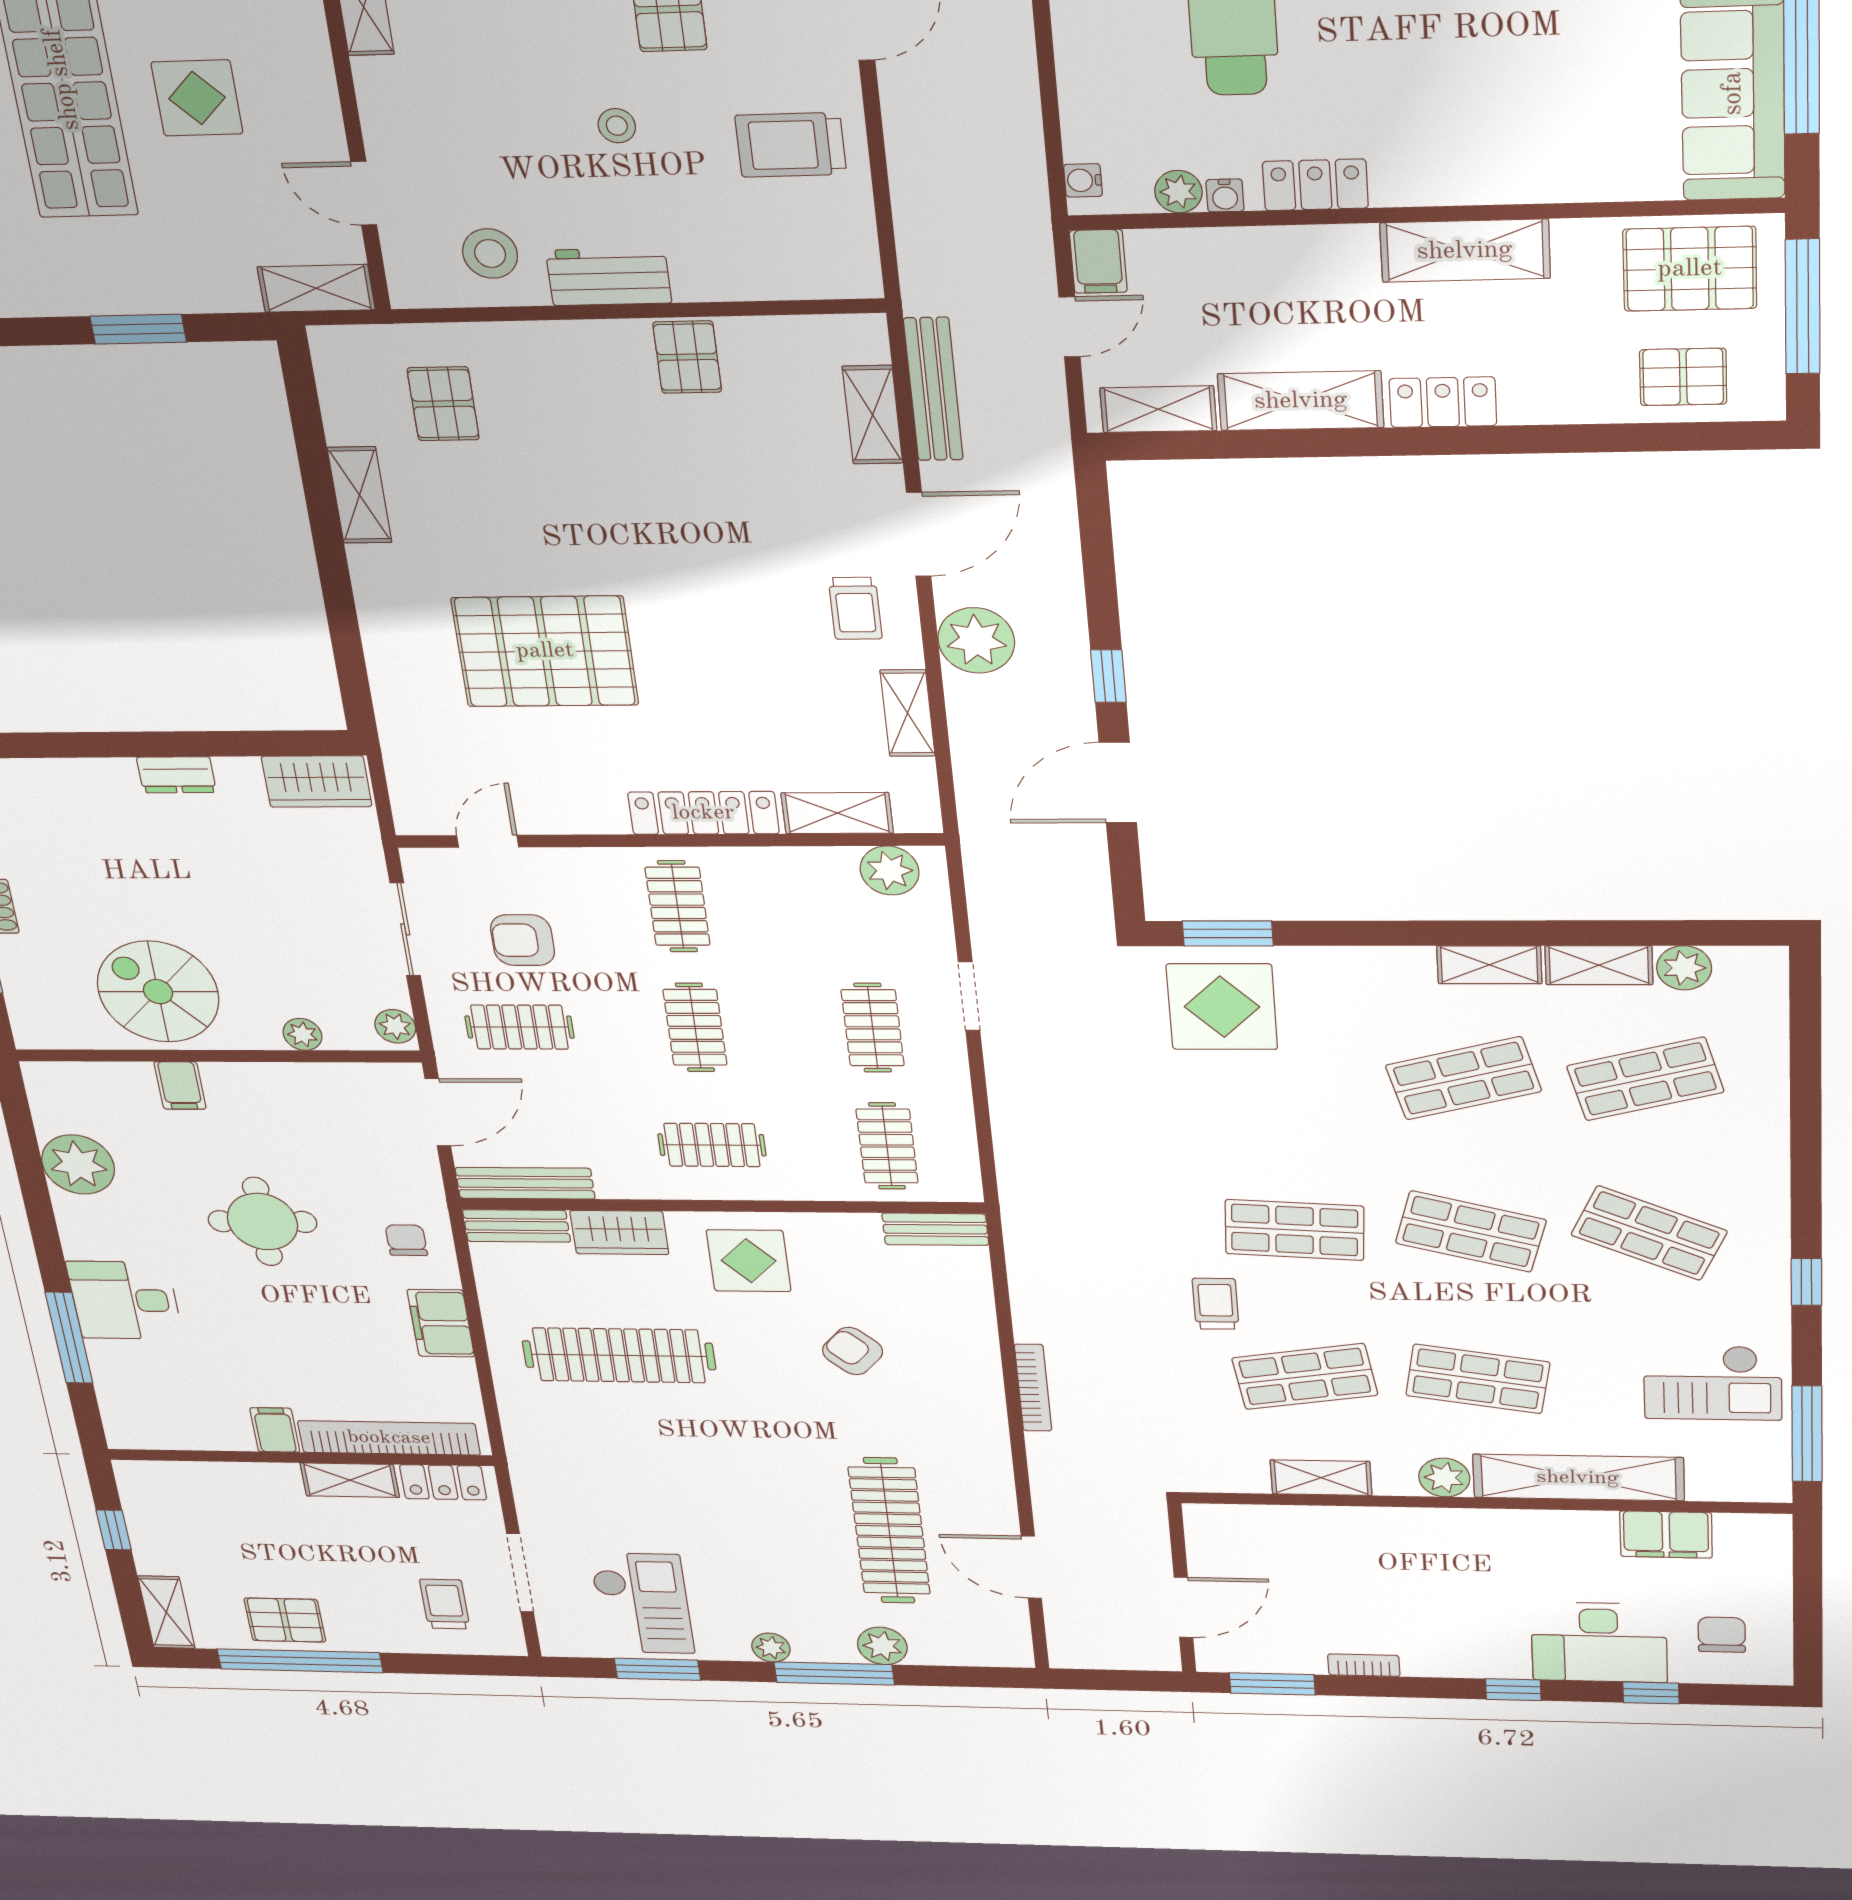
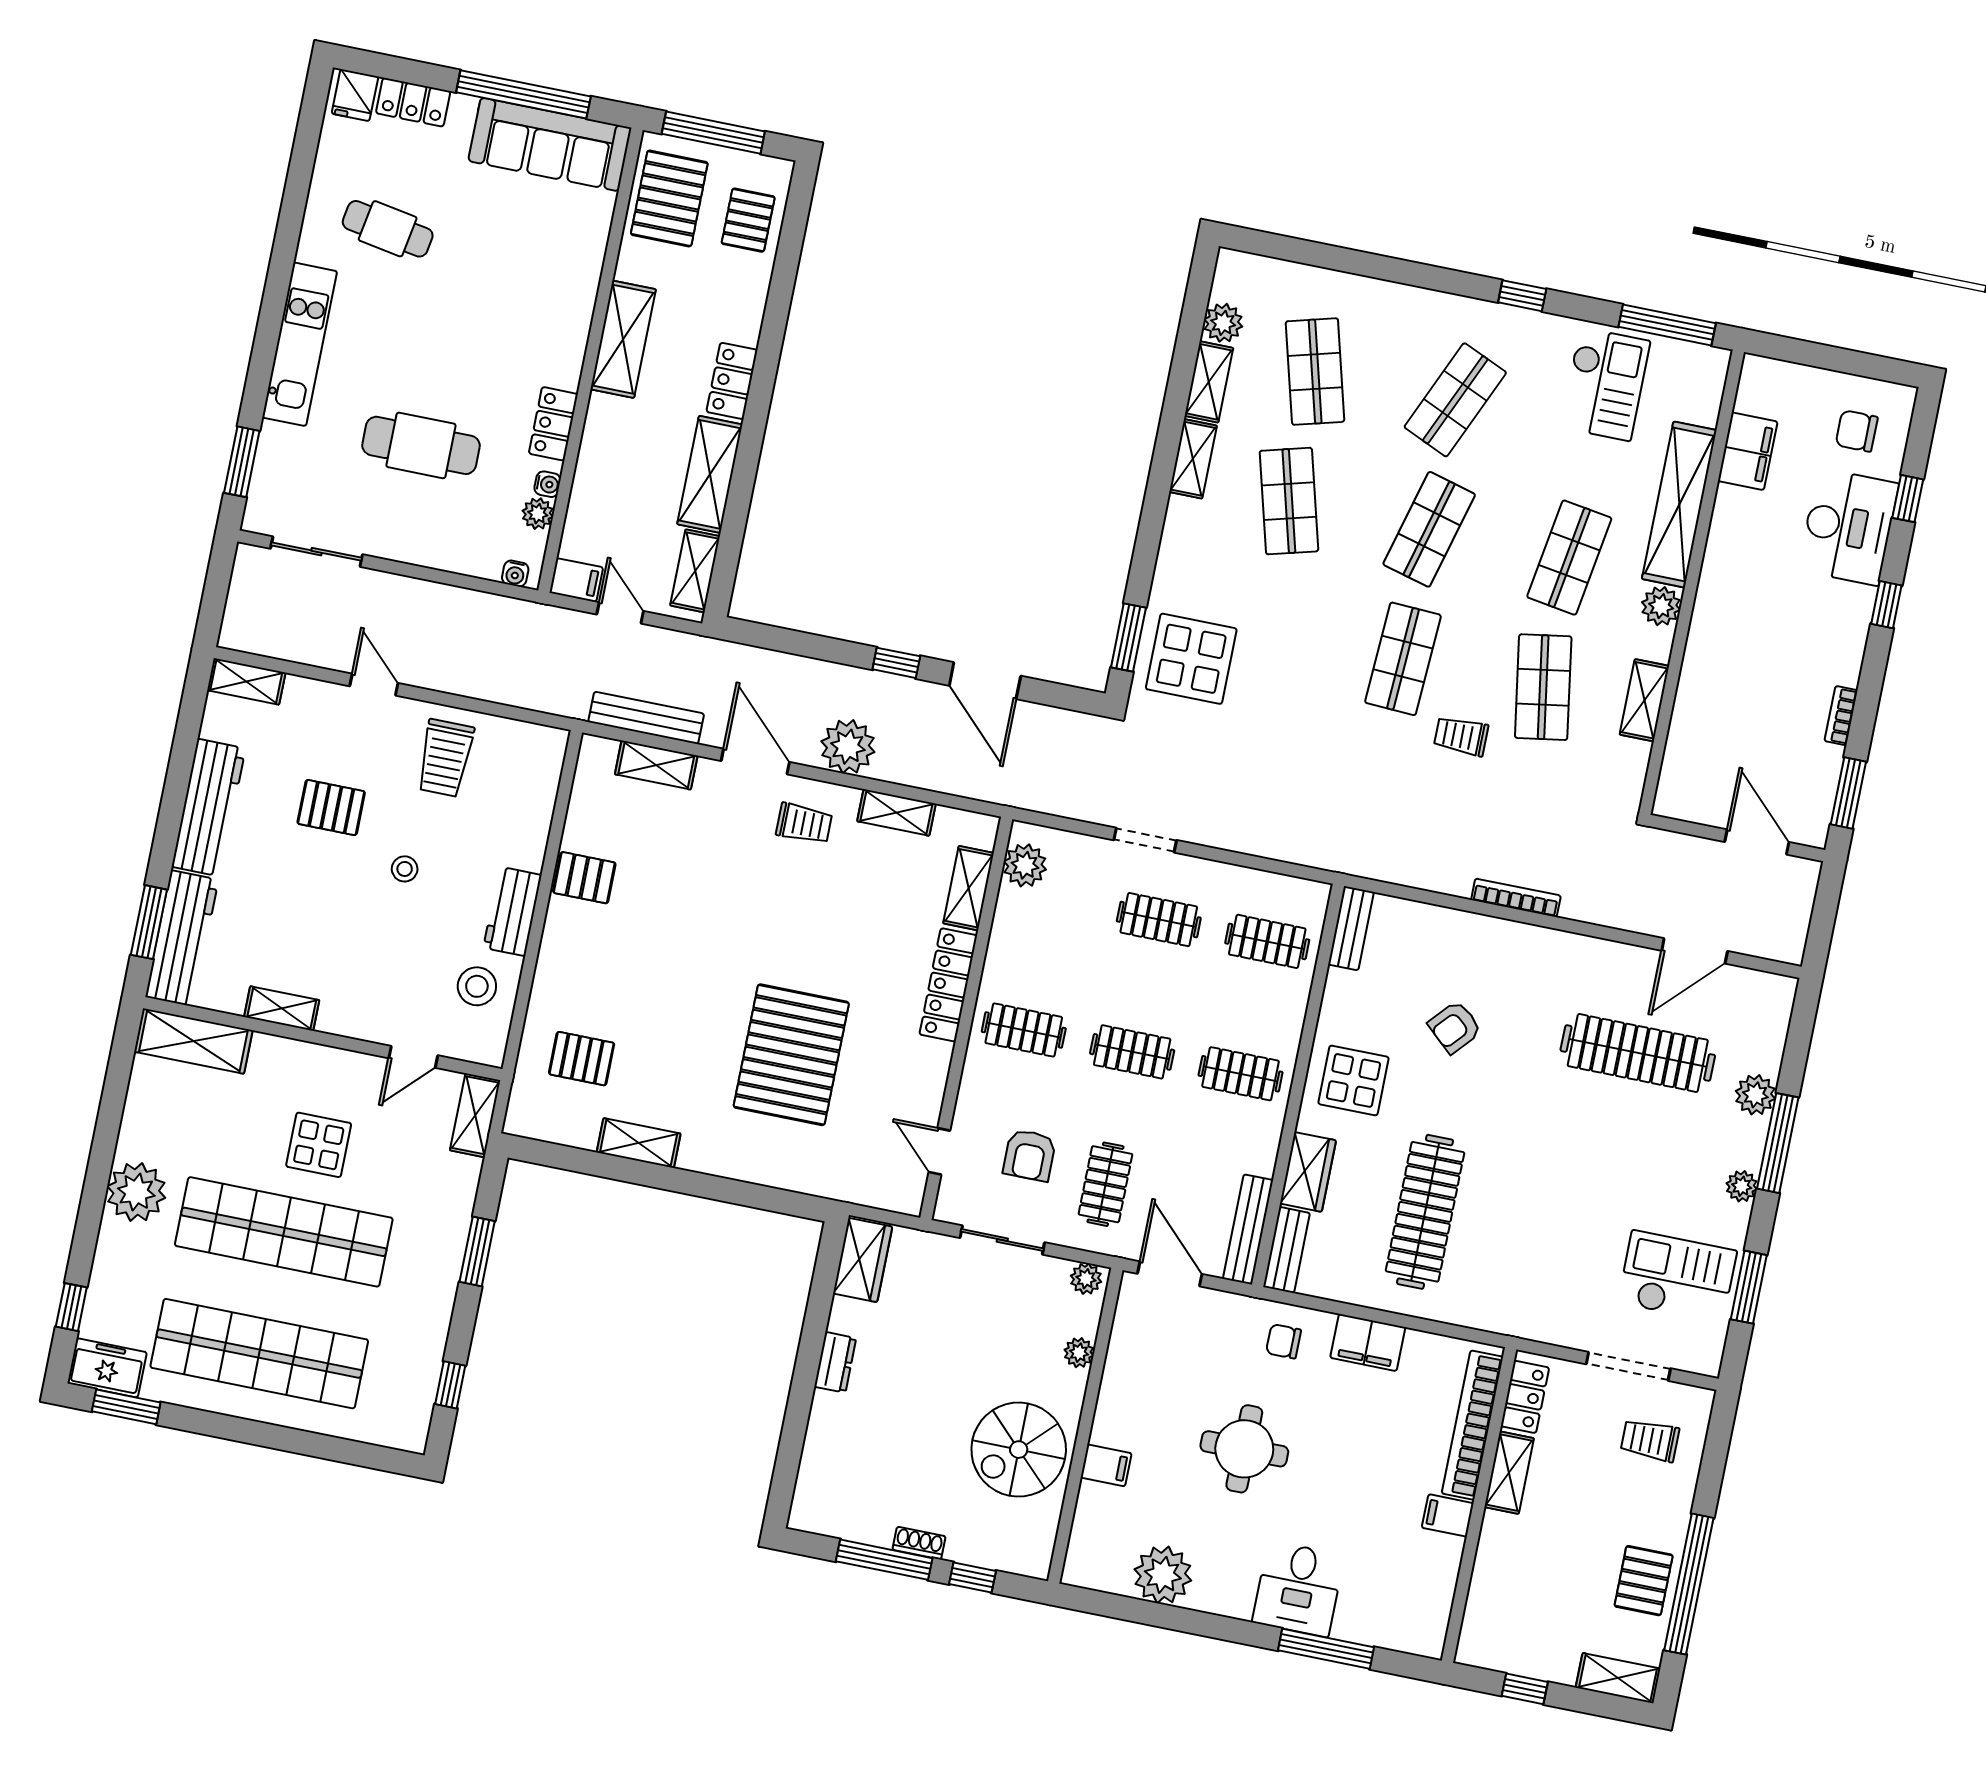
clothes rail: (712, 1145) -> (1241, 1074), turned 90

